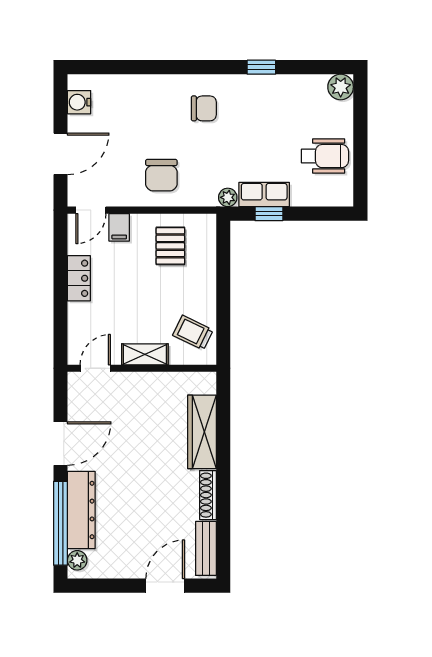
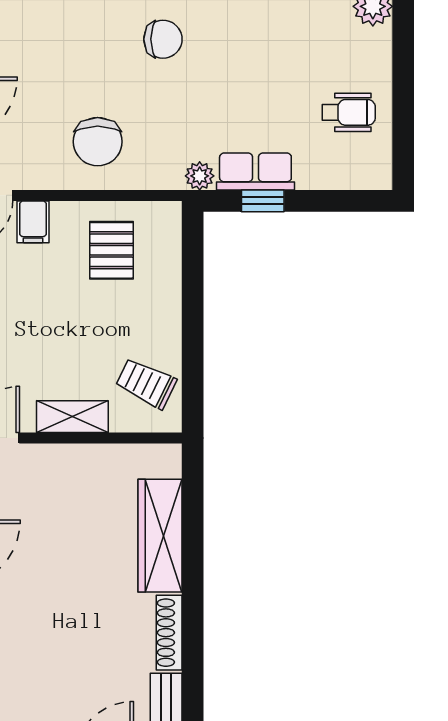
wheelchair: (325, 156) -> (349, 112), width x0.73, depth x0.73

